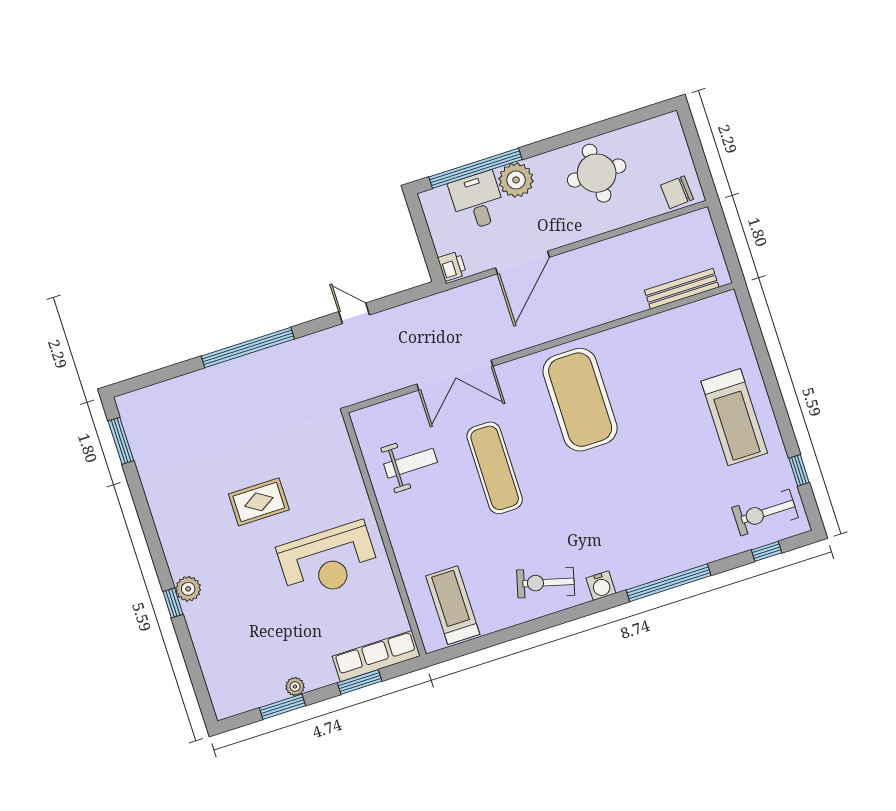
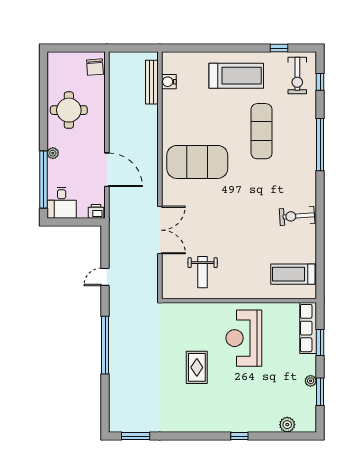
plant: (516, 180) -> (53, 153), width x0.53, depth x0.53
desk: (477, 201) -> (62, 203), moved, turned -90
weight bench: (411, 463) -> (203, 272), turned 180
exercise mat: (495, 468) -> (262, 131), moved, turned 90
reception desk: (328, 561) -> (244, 338), turned 180
exercise bike: (546, 583) -> (297, 216), turned 71
water cooler: (601, 586) -> (169, 82), moved, turned 180
plant: (188, 589) -> (287, 425), moved

